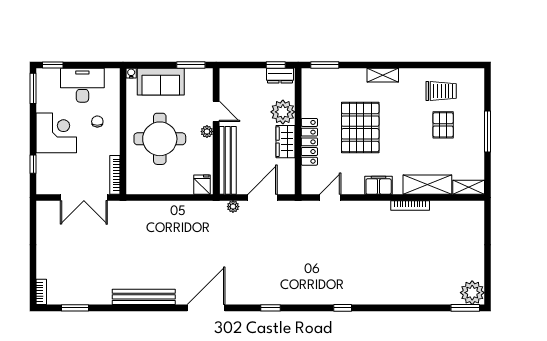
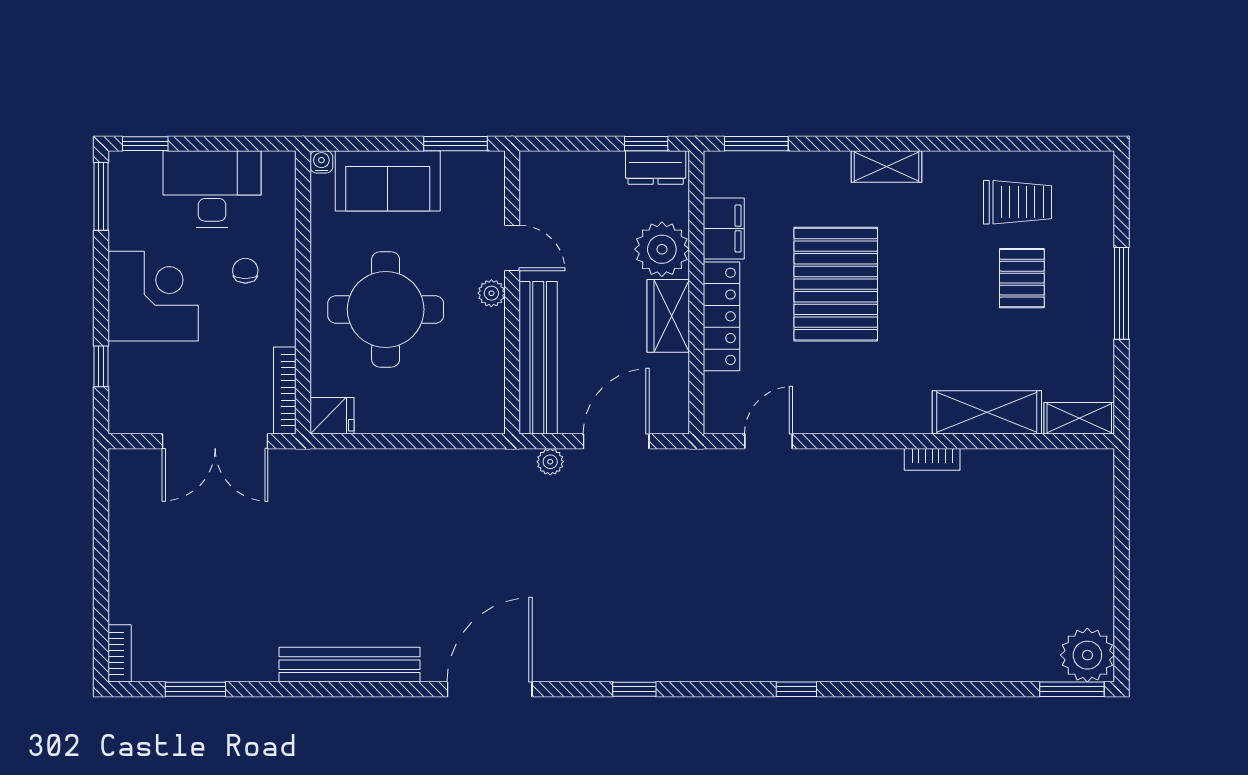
fridge: (202, 185) -> (332, 416), moved, turned 90
filing cabinet: (379, 185) -> (724, 228), moved, turned 90
bookcase: (410, 206) -> (932, 459), width x0.64

